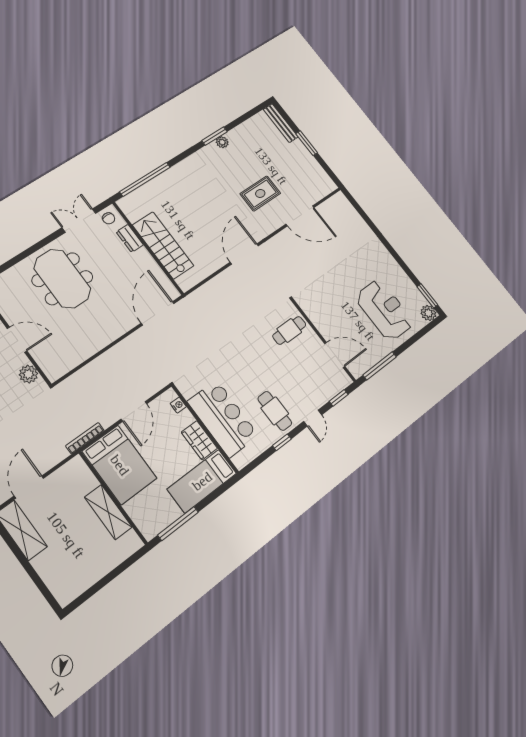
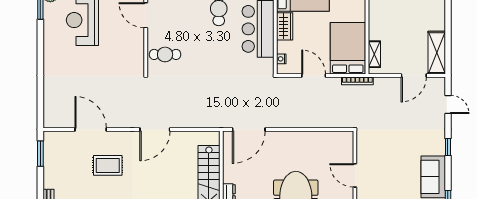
window: (307, 143) -> (40, 154), moved
plant: (28, 374) -> (364, 147), removed
door: (134, 411) -> (314, 75), hinge flipped
shelving: (108, 512) -> (374, 54), moved, width x0.67, depth x0.75

